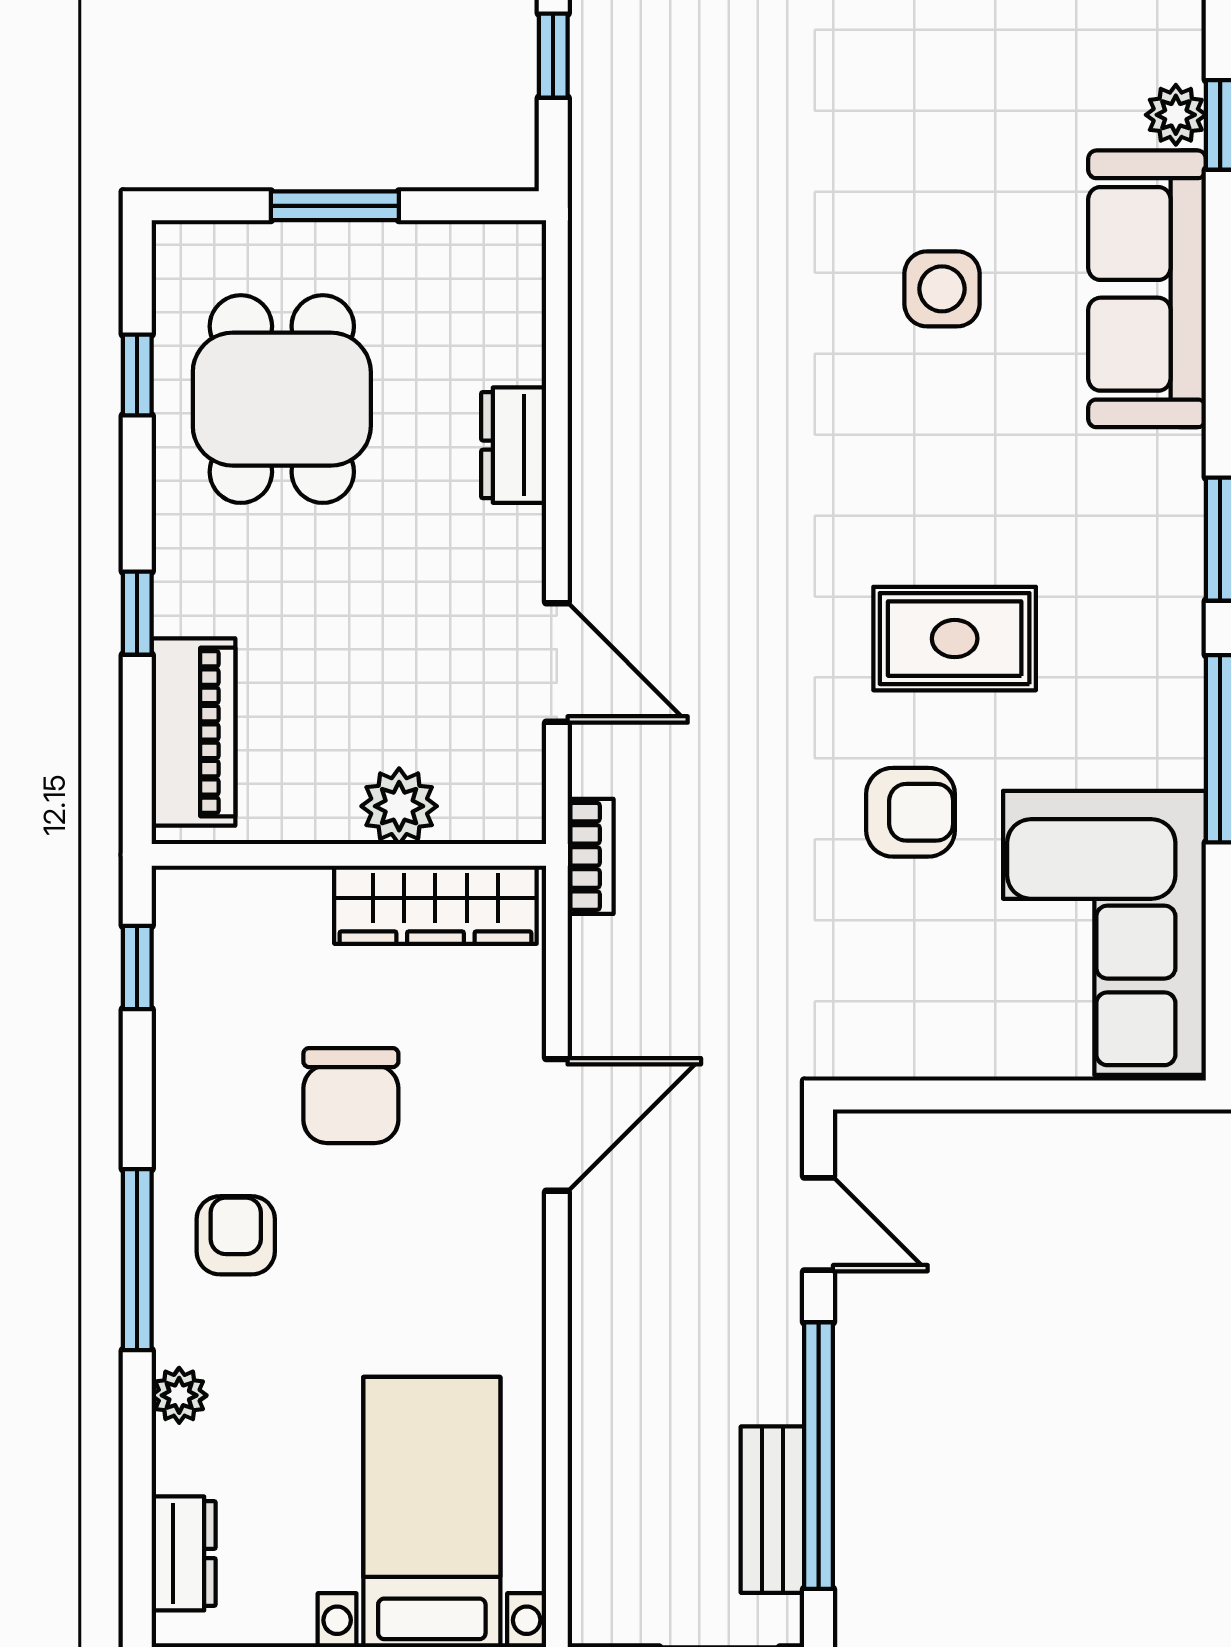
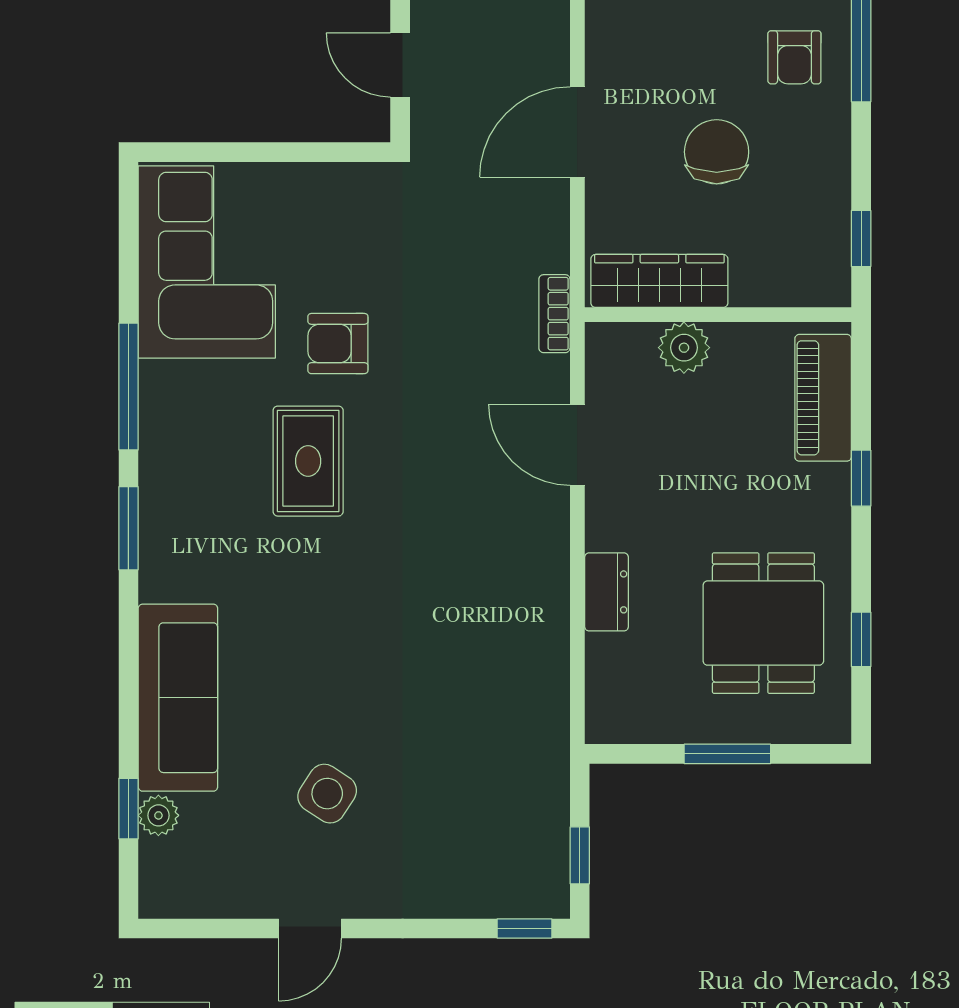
side table: (942, 289) -> (327, 794), moved, turned 33
rug: (955, 639) -> (308, 461), turned 90

